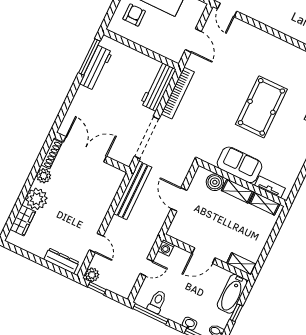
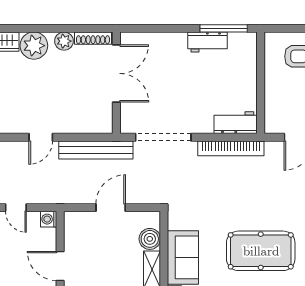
workbench: (96, 68) -> (208, 42), width x0.73
workbench: (158, 87) -> (236, 123), width x0.73
door: (96, 243) -> (41, 137), moved

